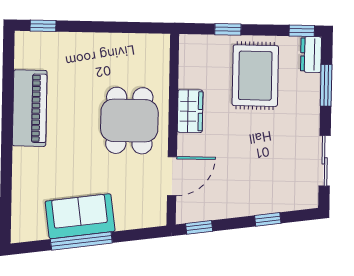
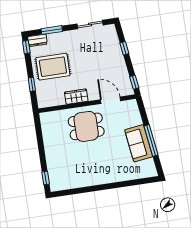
piano: (30, 108) -> (88, 178), removed

